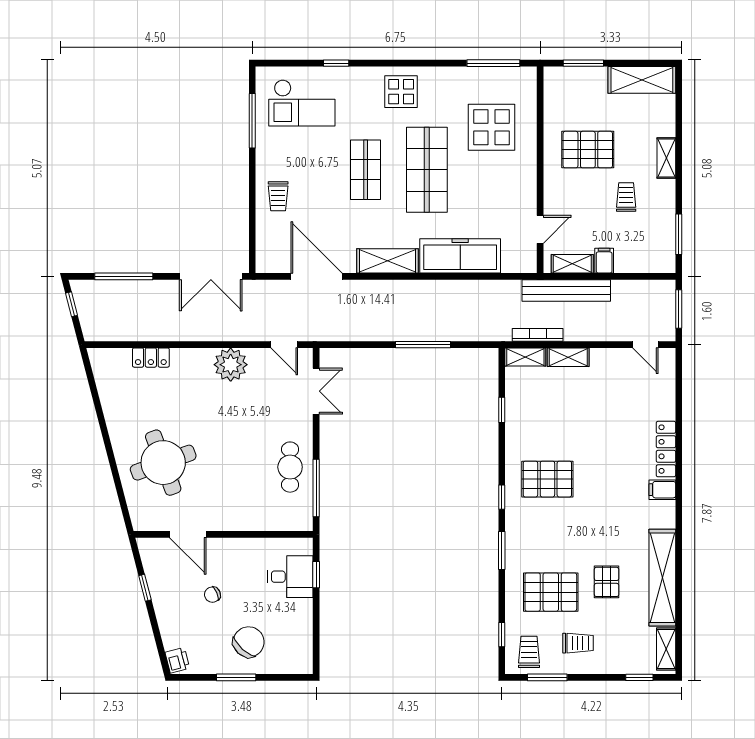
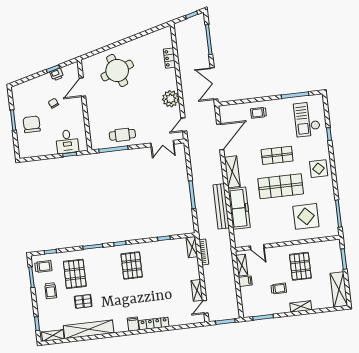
bench: (566, 291) -> (221, 206), moved
shelving: (568, 357) -> (197, 290), moved
chair: (249, 642) -> (32, 124), turned -132
printer: (177, 660) -> (57, 74), moved

